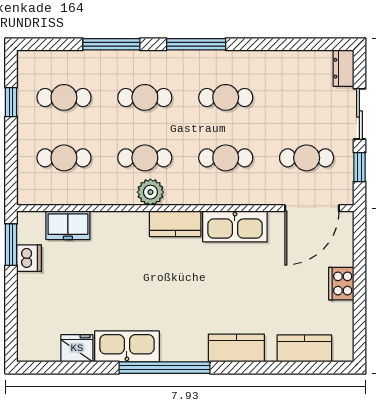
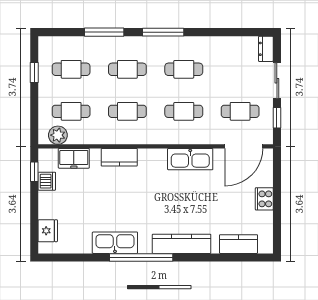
plant: (150, 192) -> (58, 135), moved
kitchen counter: (175, 224) -> (119, 157), moved
window: (11, 245) -> (34, 172), width x0.67
fridge: (77, 348) -> (48, 231), moved, turned 90
kitchen counter: (236, 348) -> (182, 244), width x1.50

